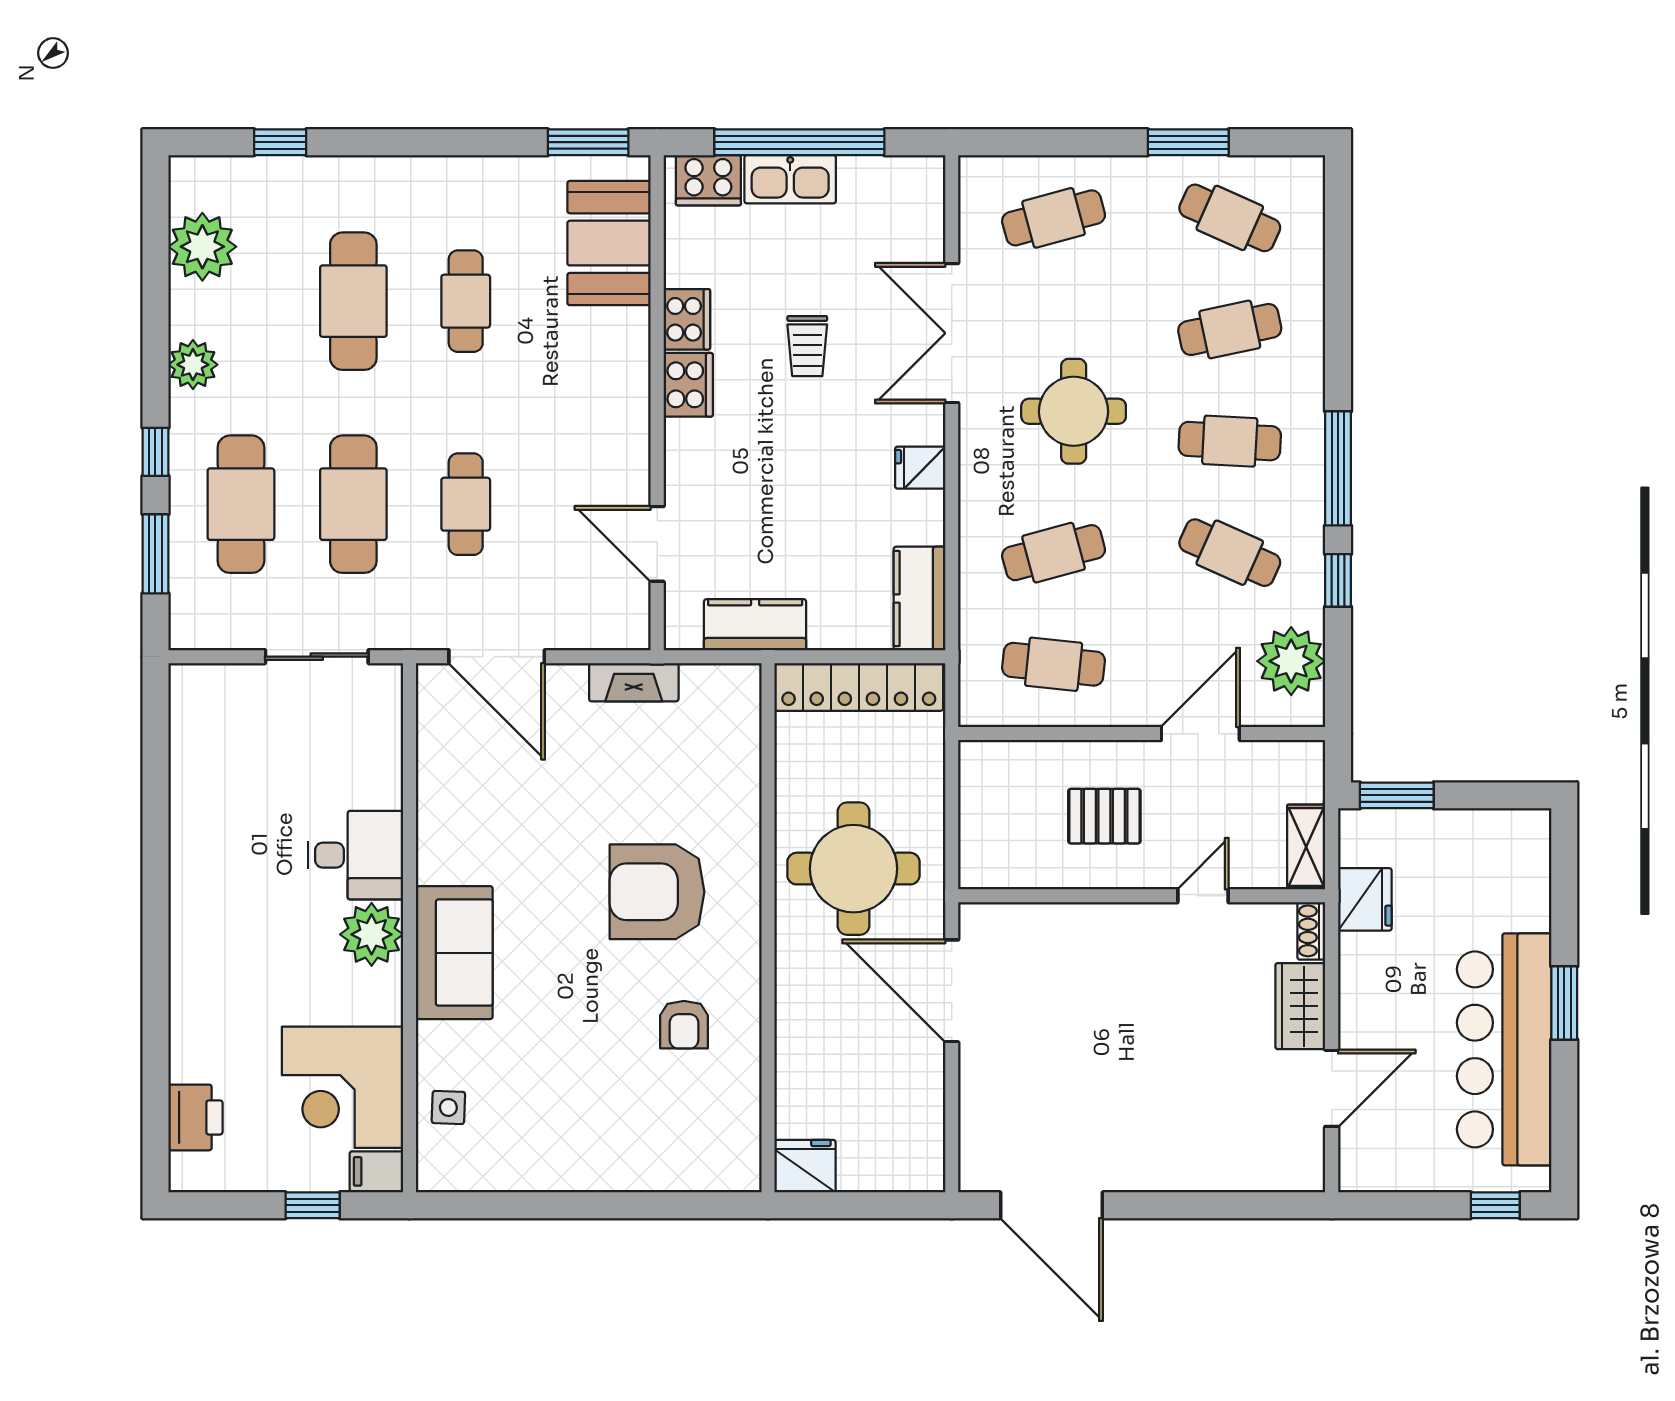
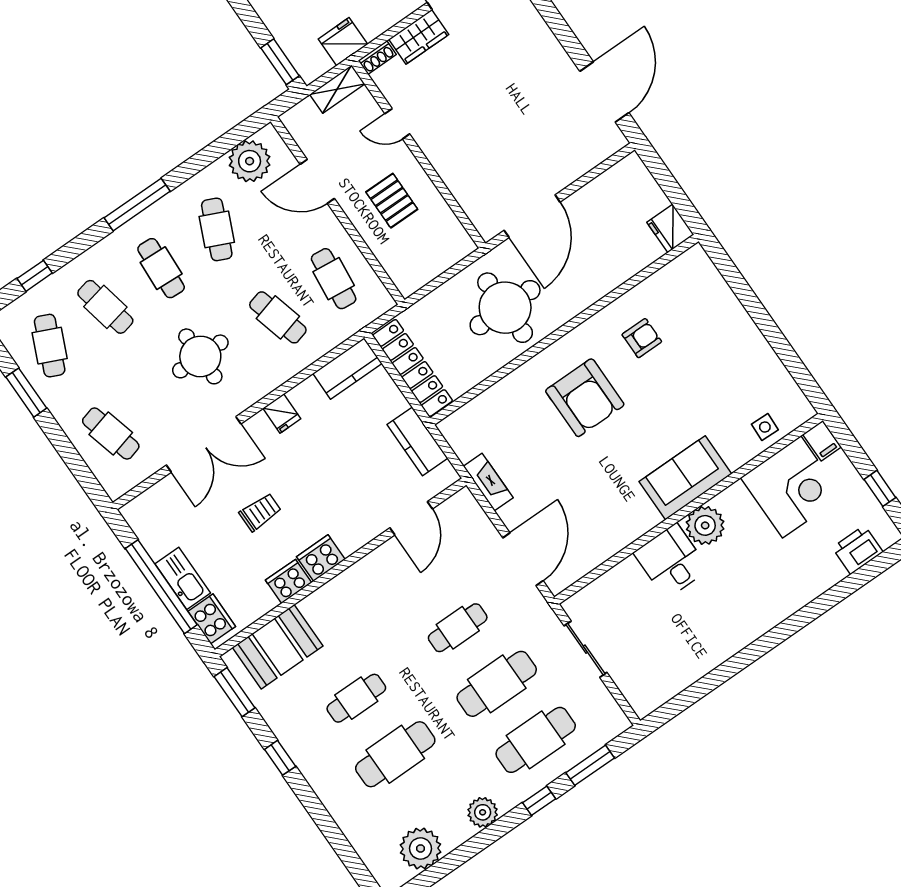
window: (280, 142) -> (280, 758), moved
window: (1338, 580) -> (35, 276), moved
window: (313, 1205) -> (880, 488), moved

